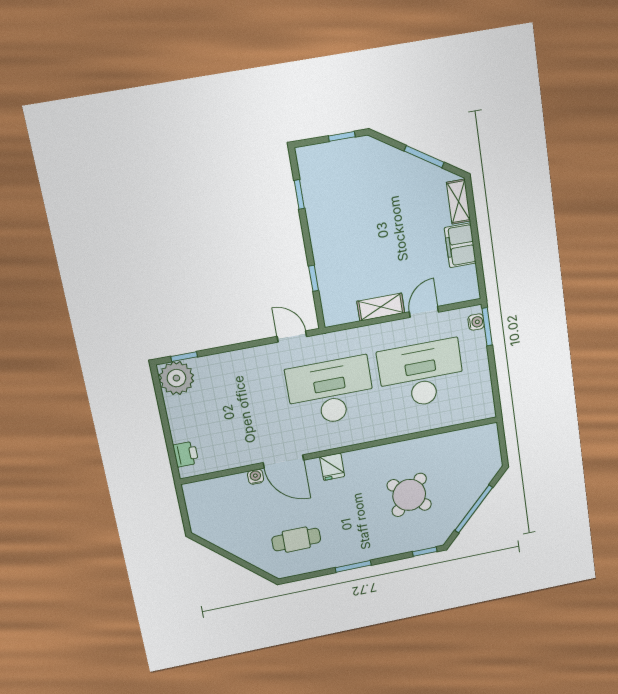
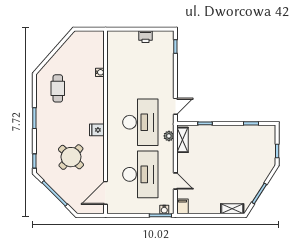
filing cabinet: (460, 245) -> (182, 206), moved, width x0.50
shelving: (381, 307) -> (183, 140), moved
plant: (176, 378) -> (169, 136), moved, width x0.53, depth x0.53
printer: (186, 454) -> (145, 37), moved
door: (283, 461) -> (106, 193), moved
fridge: (332, 467) -> (97, 130), moved

